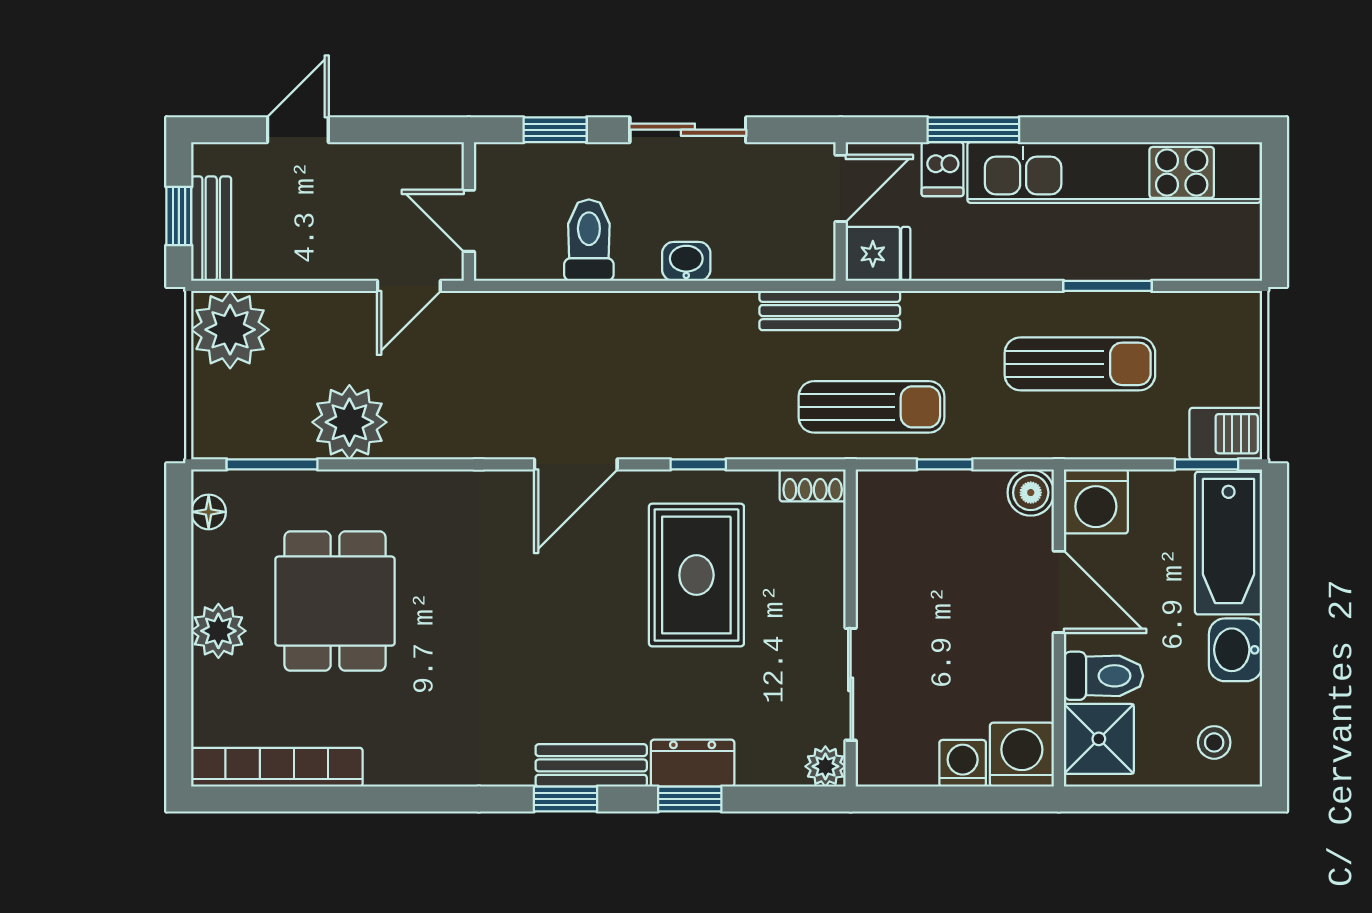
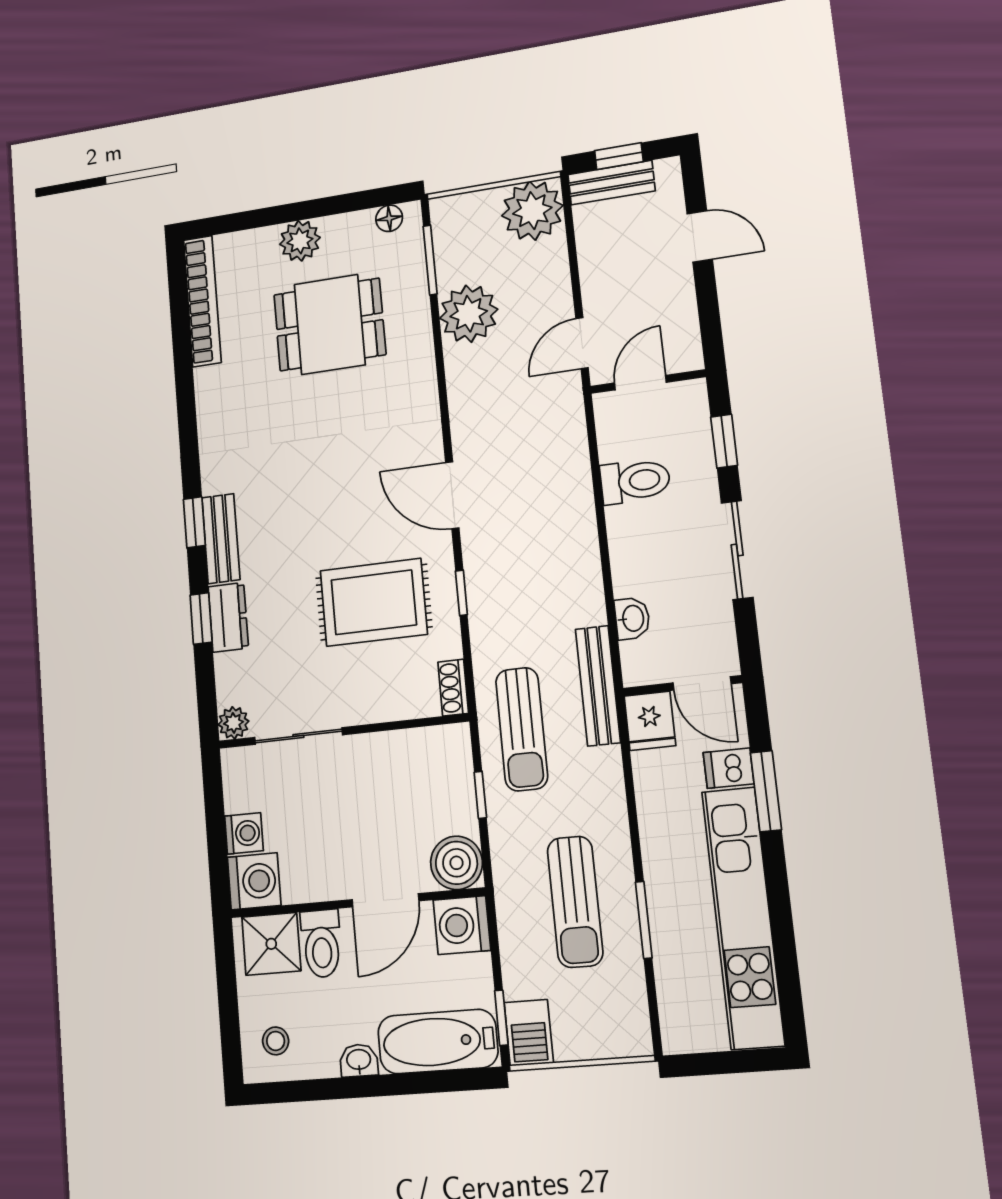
washbasin: (686, 261) -> (632, 618), moved
door: (409, 286) -> (582, 343), hinge flipped
boiler: (1031, 493) -> (457, 863), width x1.36, depth x1.36
washbasin: (1236, 650) -> (359, 1060), width x0.72, depth x0.69

